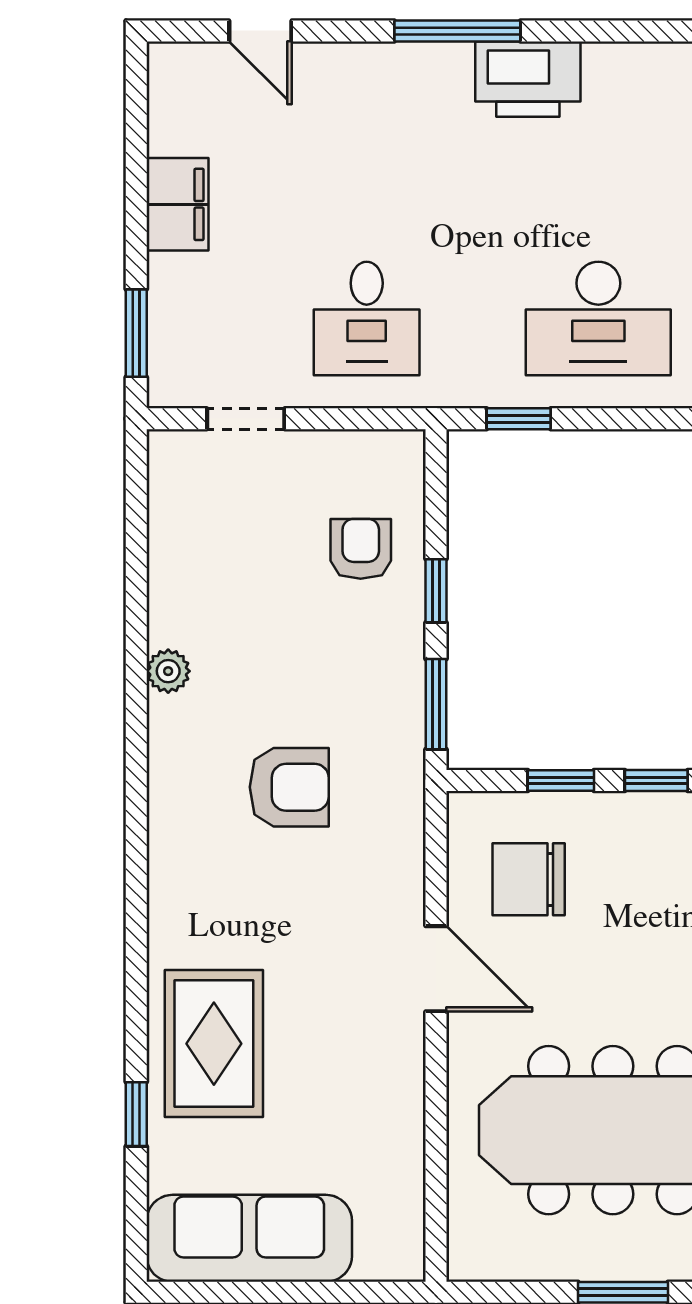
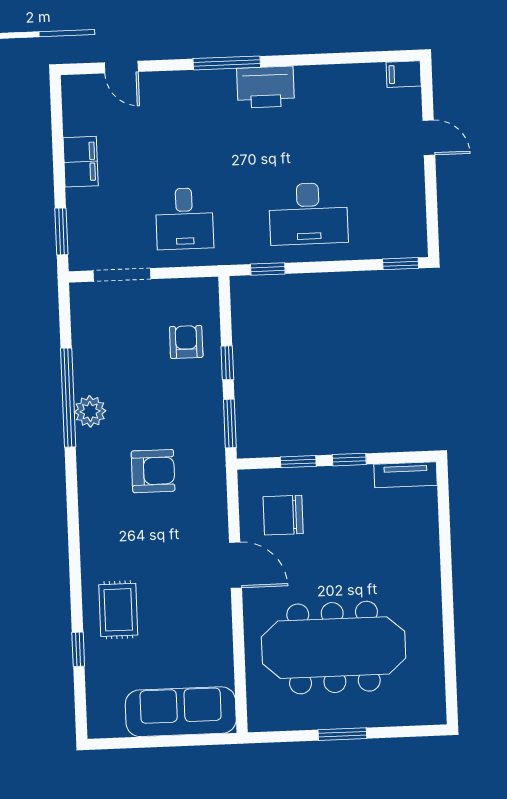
doorway: (246, 419) -> (122, 275), width x1.38
window: (136, 644) -> (68, 398), added
plant: (168, 671) -> (90, 411), width x1.38, depth x1.38
rug: (214, 1044) -> (118, 610), width x0.73, depth x0.70
sofa: (249, 1238) -> (181, 712), moved

